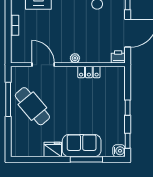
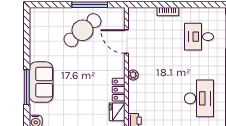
door: (43, 65) -> (126, 42), swing flipped
fridge: (53, 149) -> (117, 112), moved, turned 180

